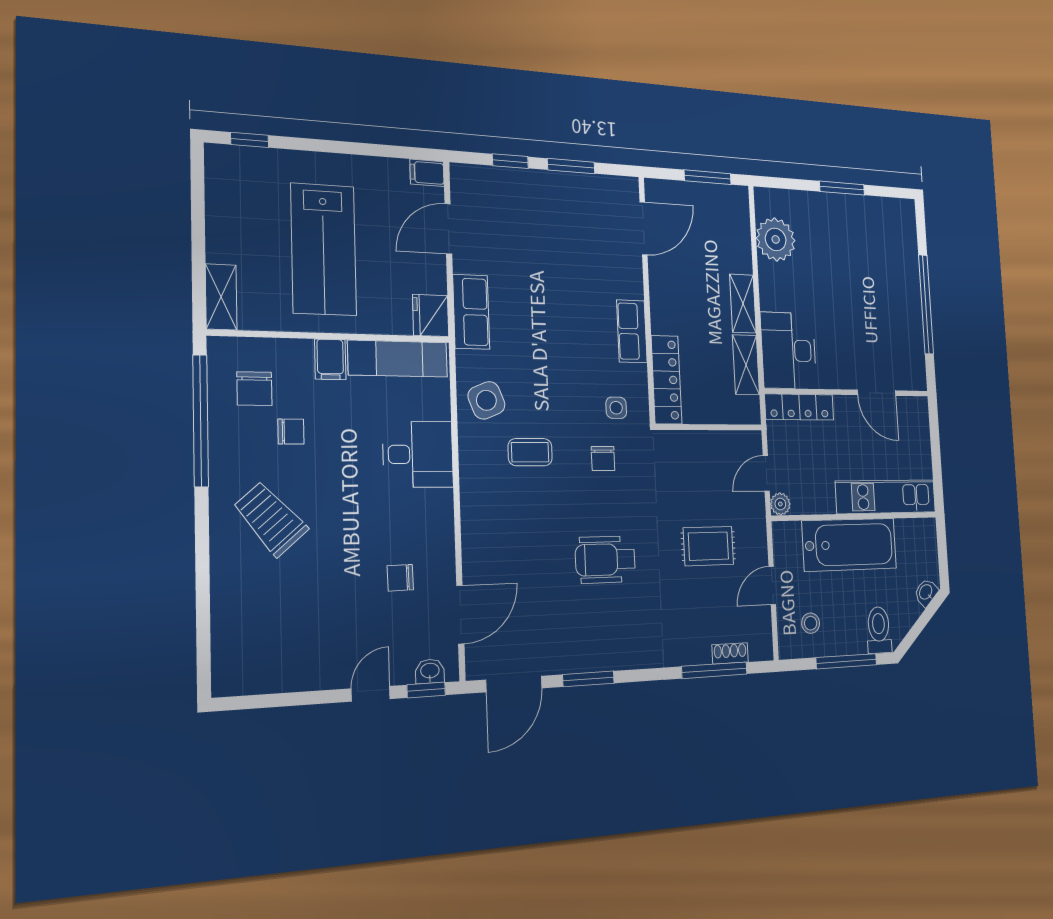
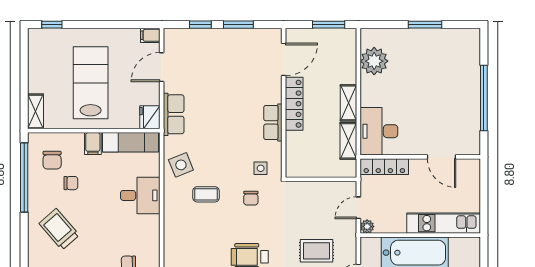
lab bench: (324, 249) -> (91, 83), turned 180
locker: (667, 380) -> (294, 104), moved

